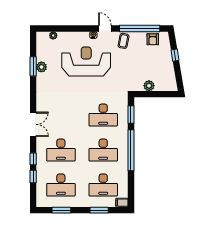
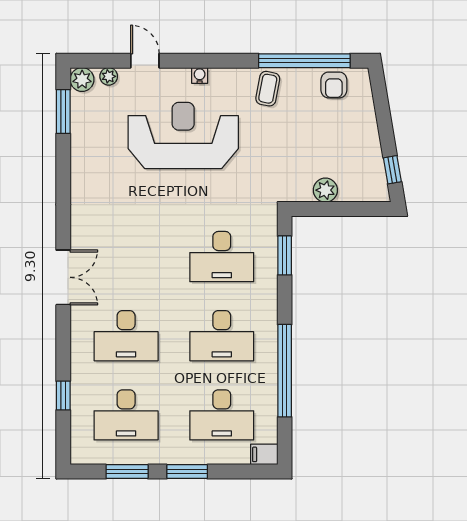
door: (105, 29) -> (145, 61), moved
window: (175, 55) -> (392, 170), moved
window: (33, 66) -> (63, 112), moved
plant: (41, 67) -> (82, 79), moved
window: (131, 150) -> (285, 371), moved
window: (33, 159) -> (63, 356), removed
window: (99, 210) -> (187, 472), moved

